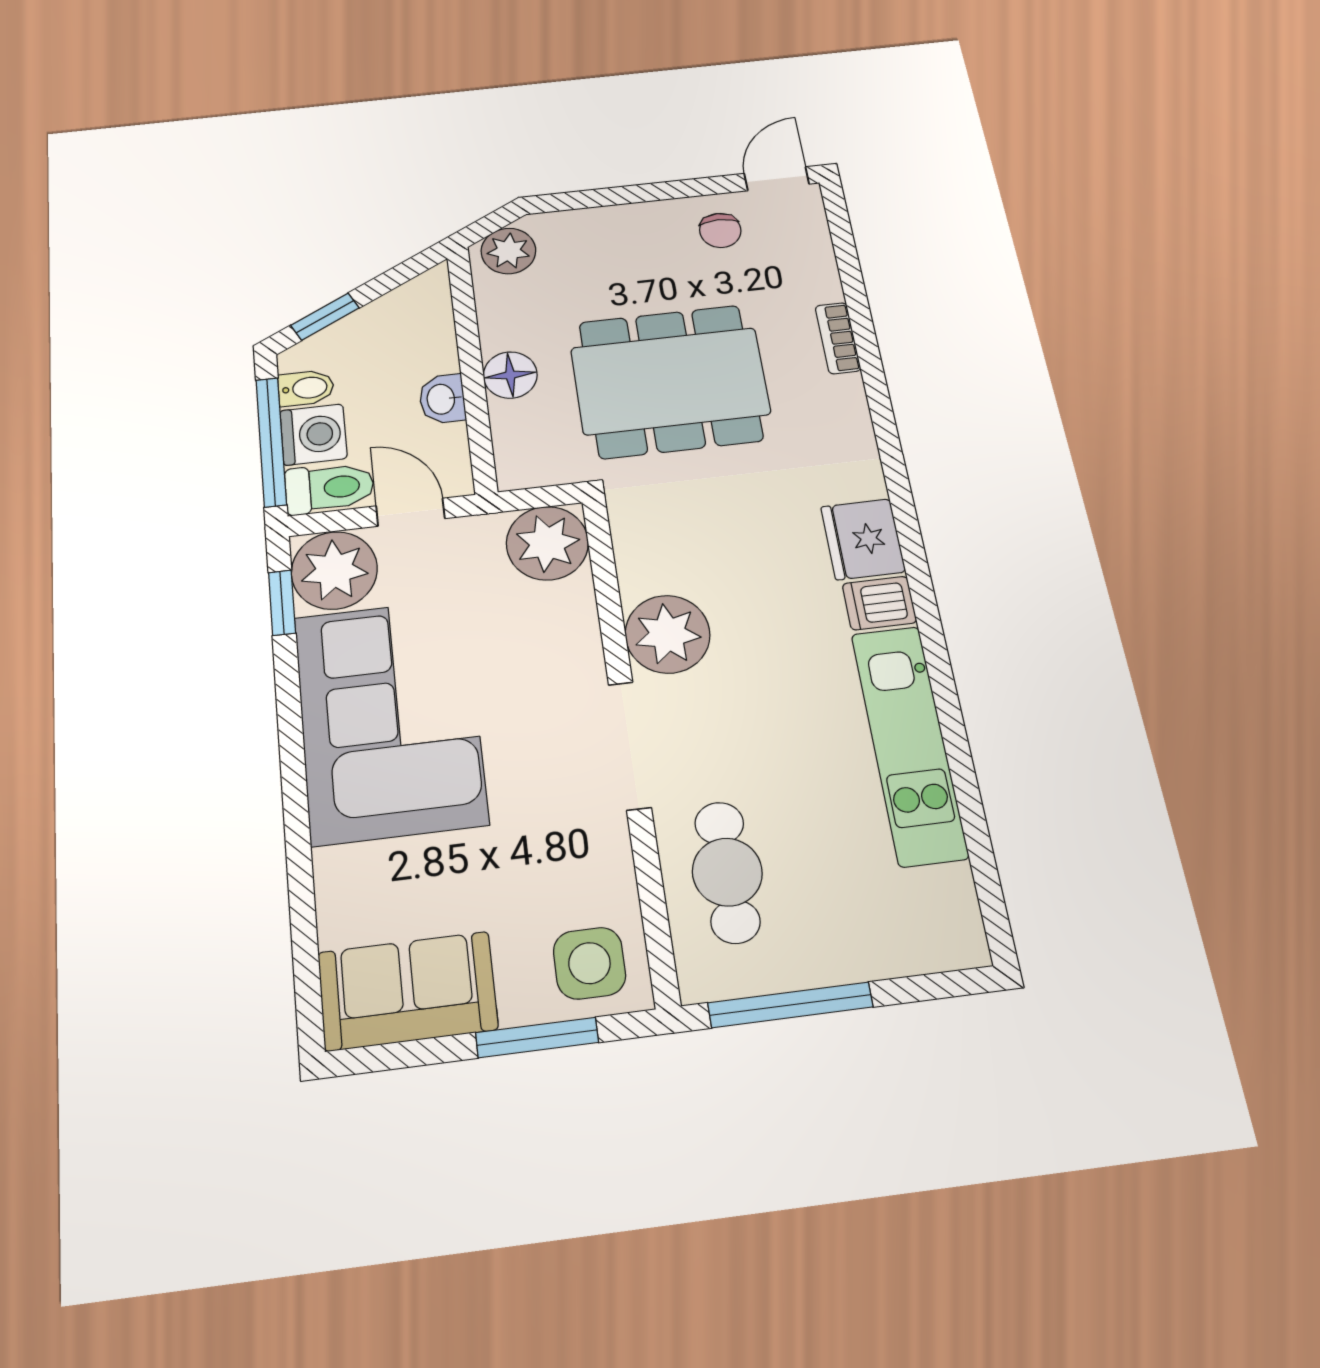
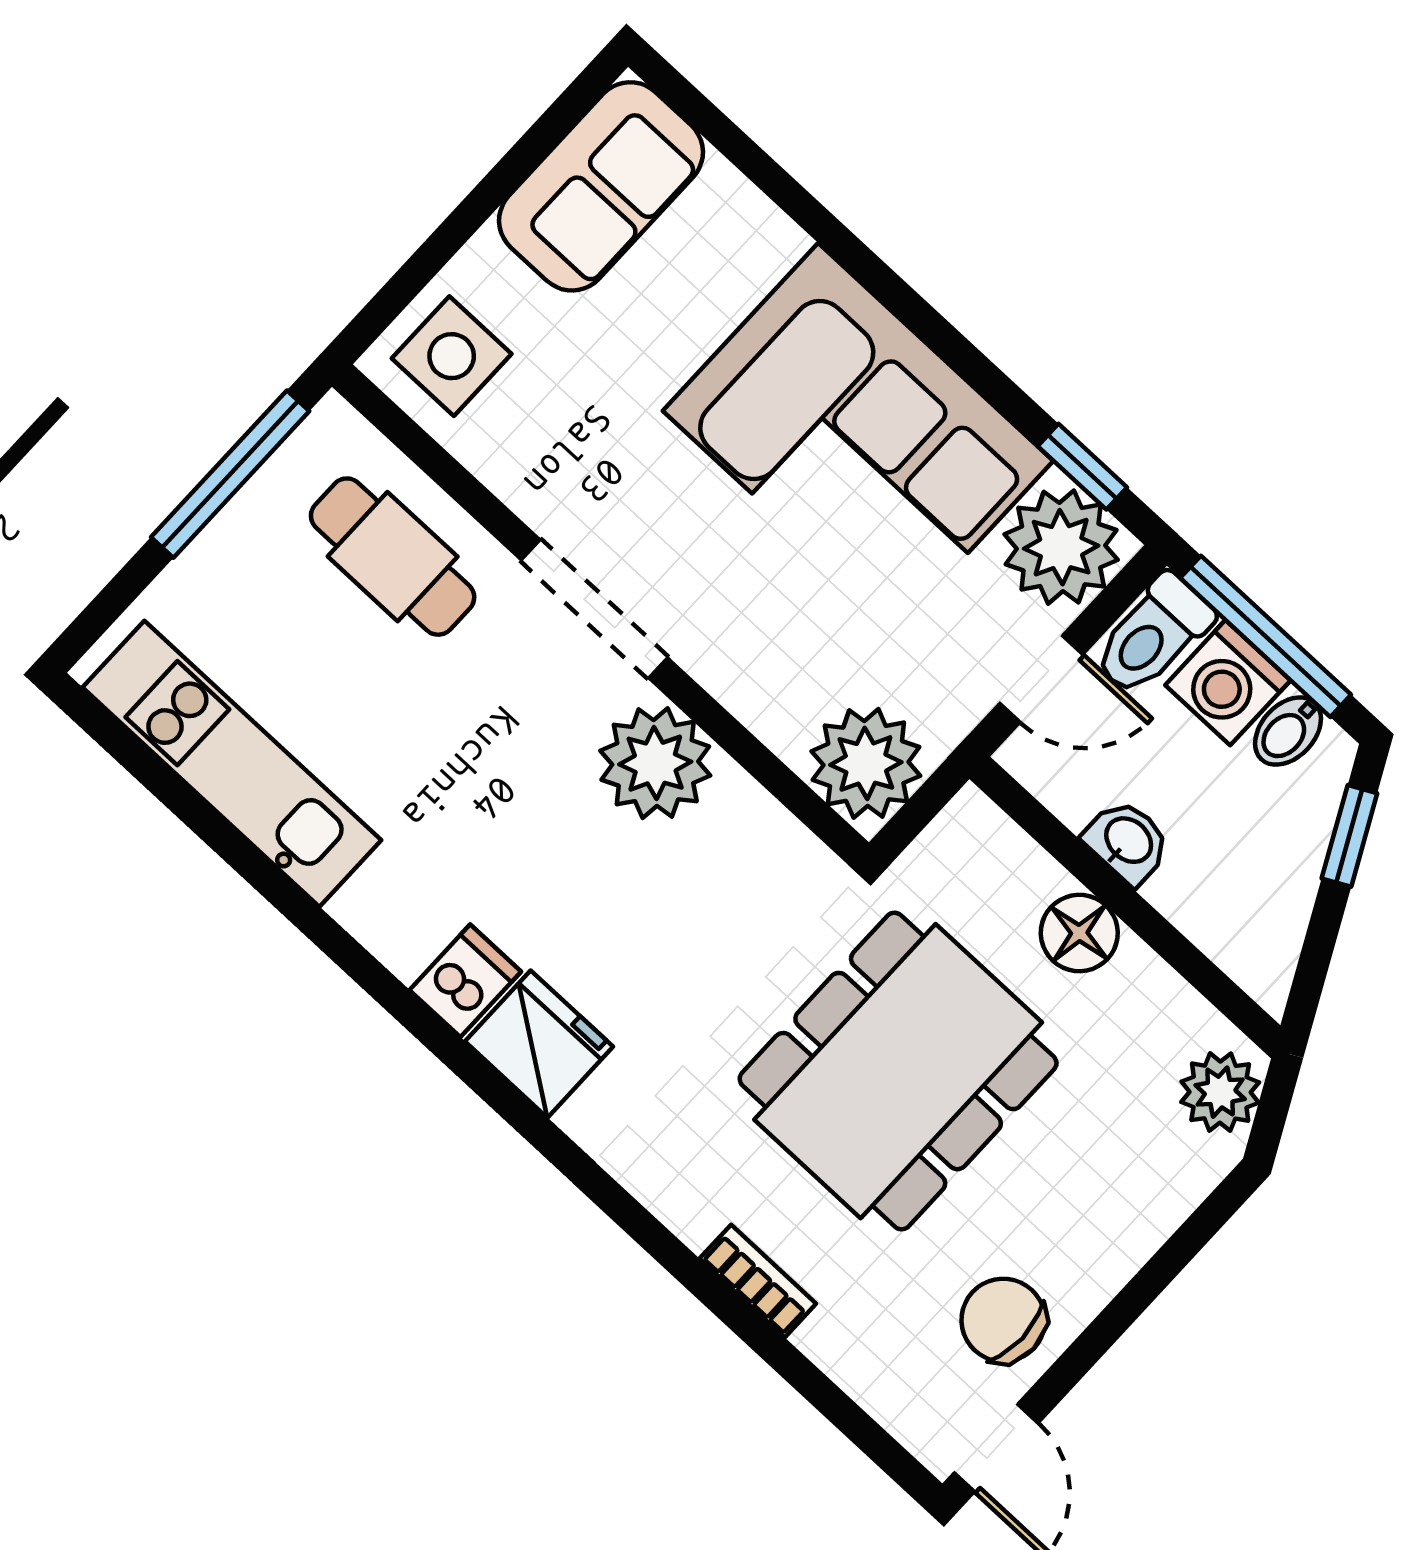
chair: (720, 230) -> (1003, 1320), width x1.37, depth x1.37
kitchen unit: (909, 744) -> (232, 764), moved
window: (537, 1038) -> (442, 245), removed

